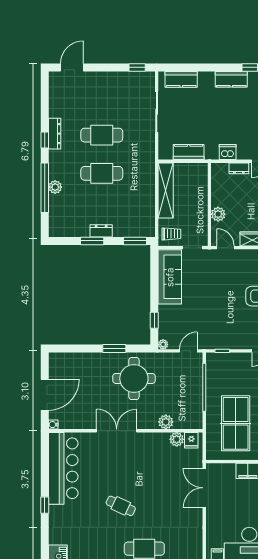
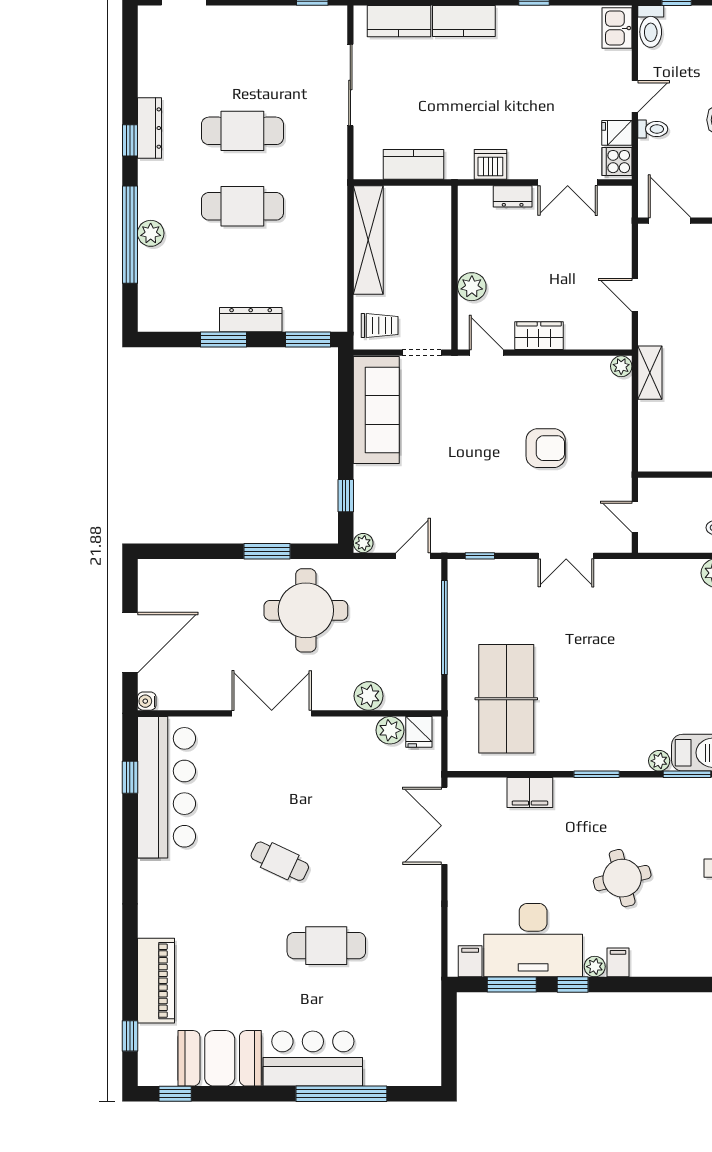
kitchen counter: (231, 79) -> (464, 21), moved
dresser: (101, 231) -> (251, 320), width x1.44
window: (45, 505) -> (130, 777), moved

